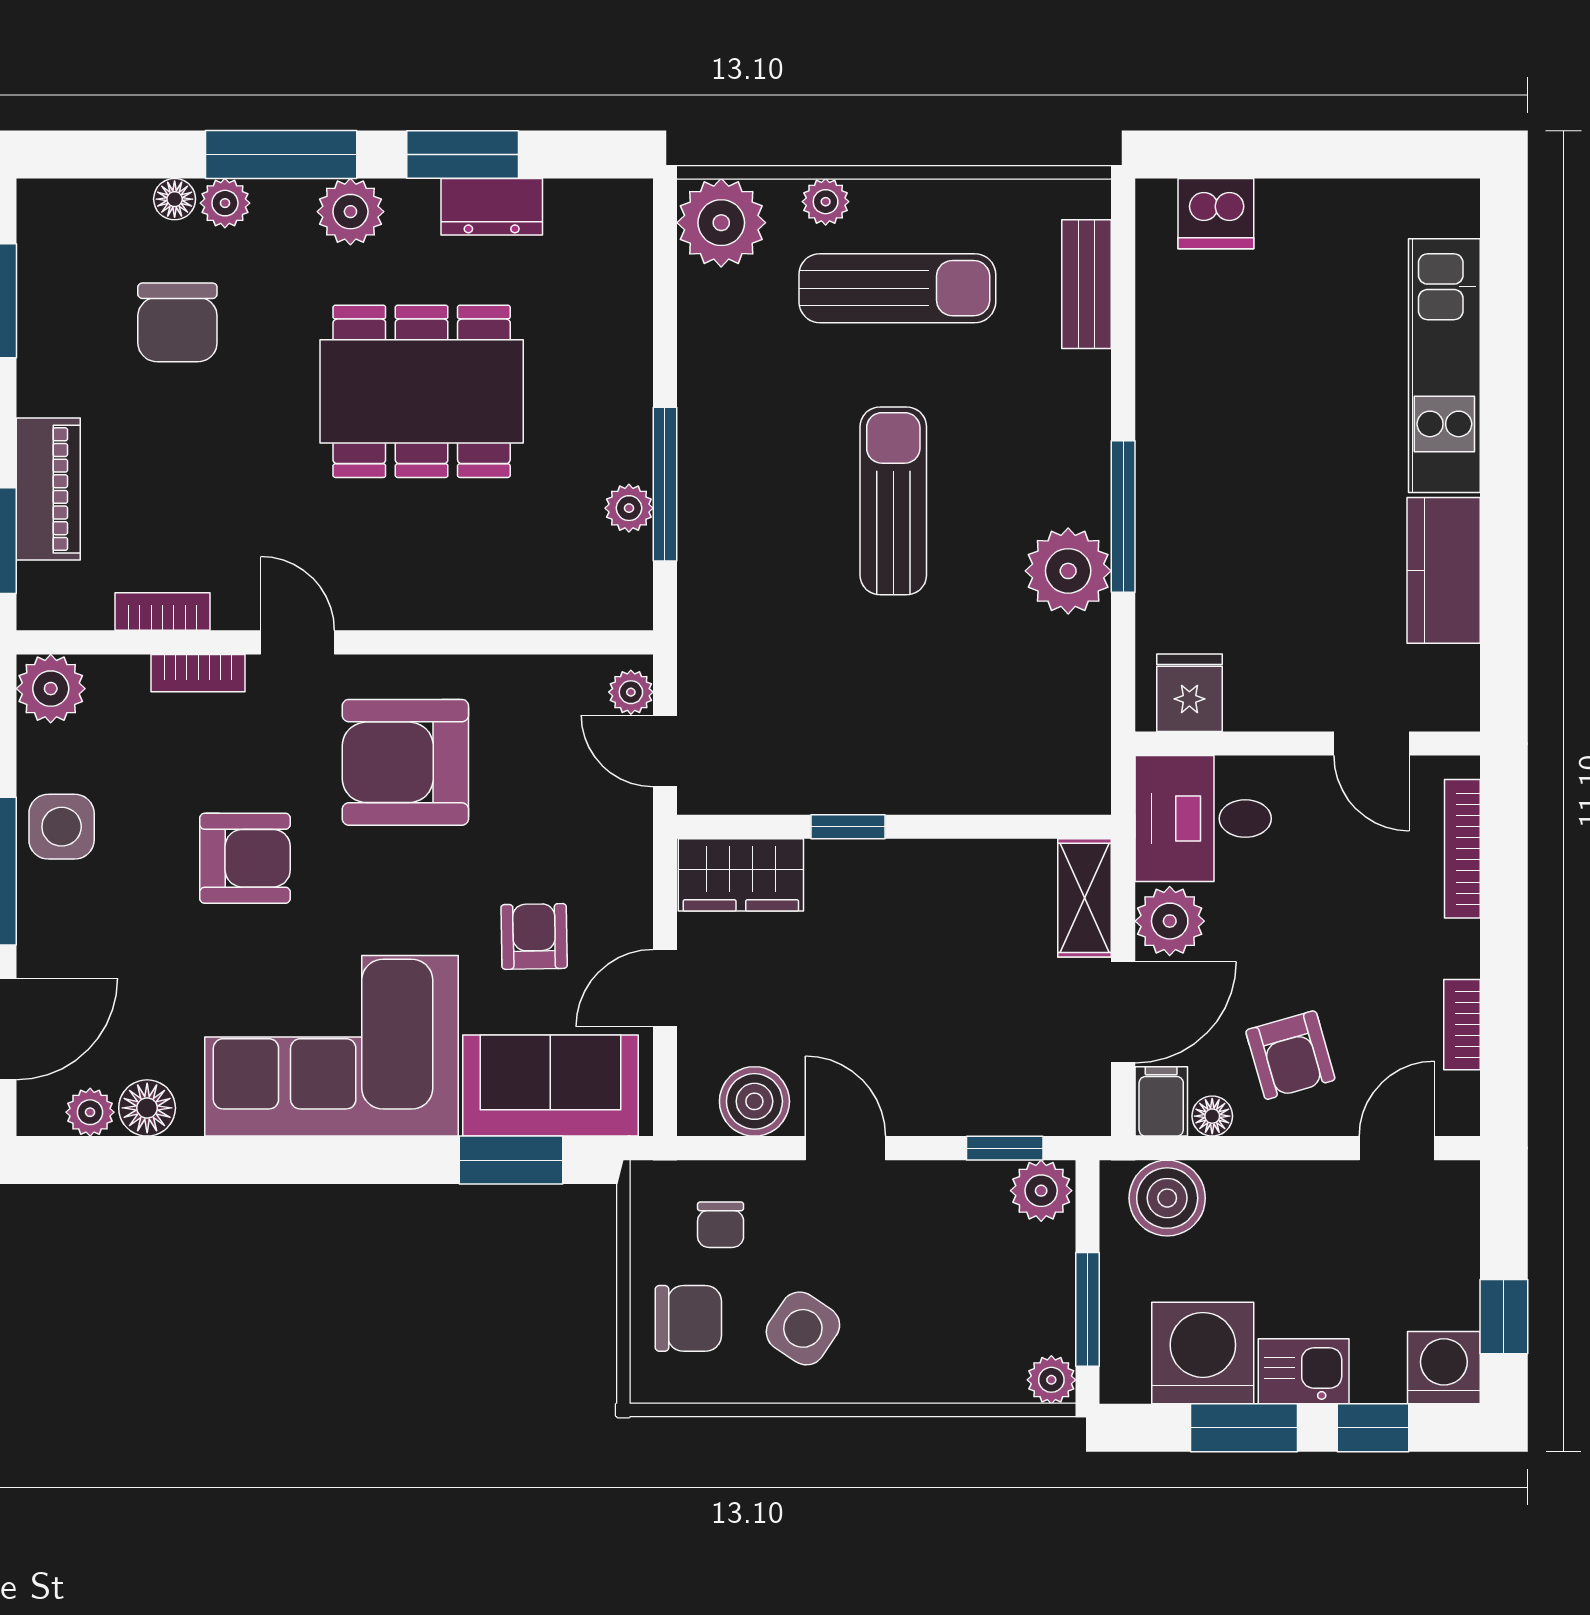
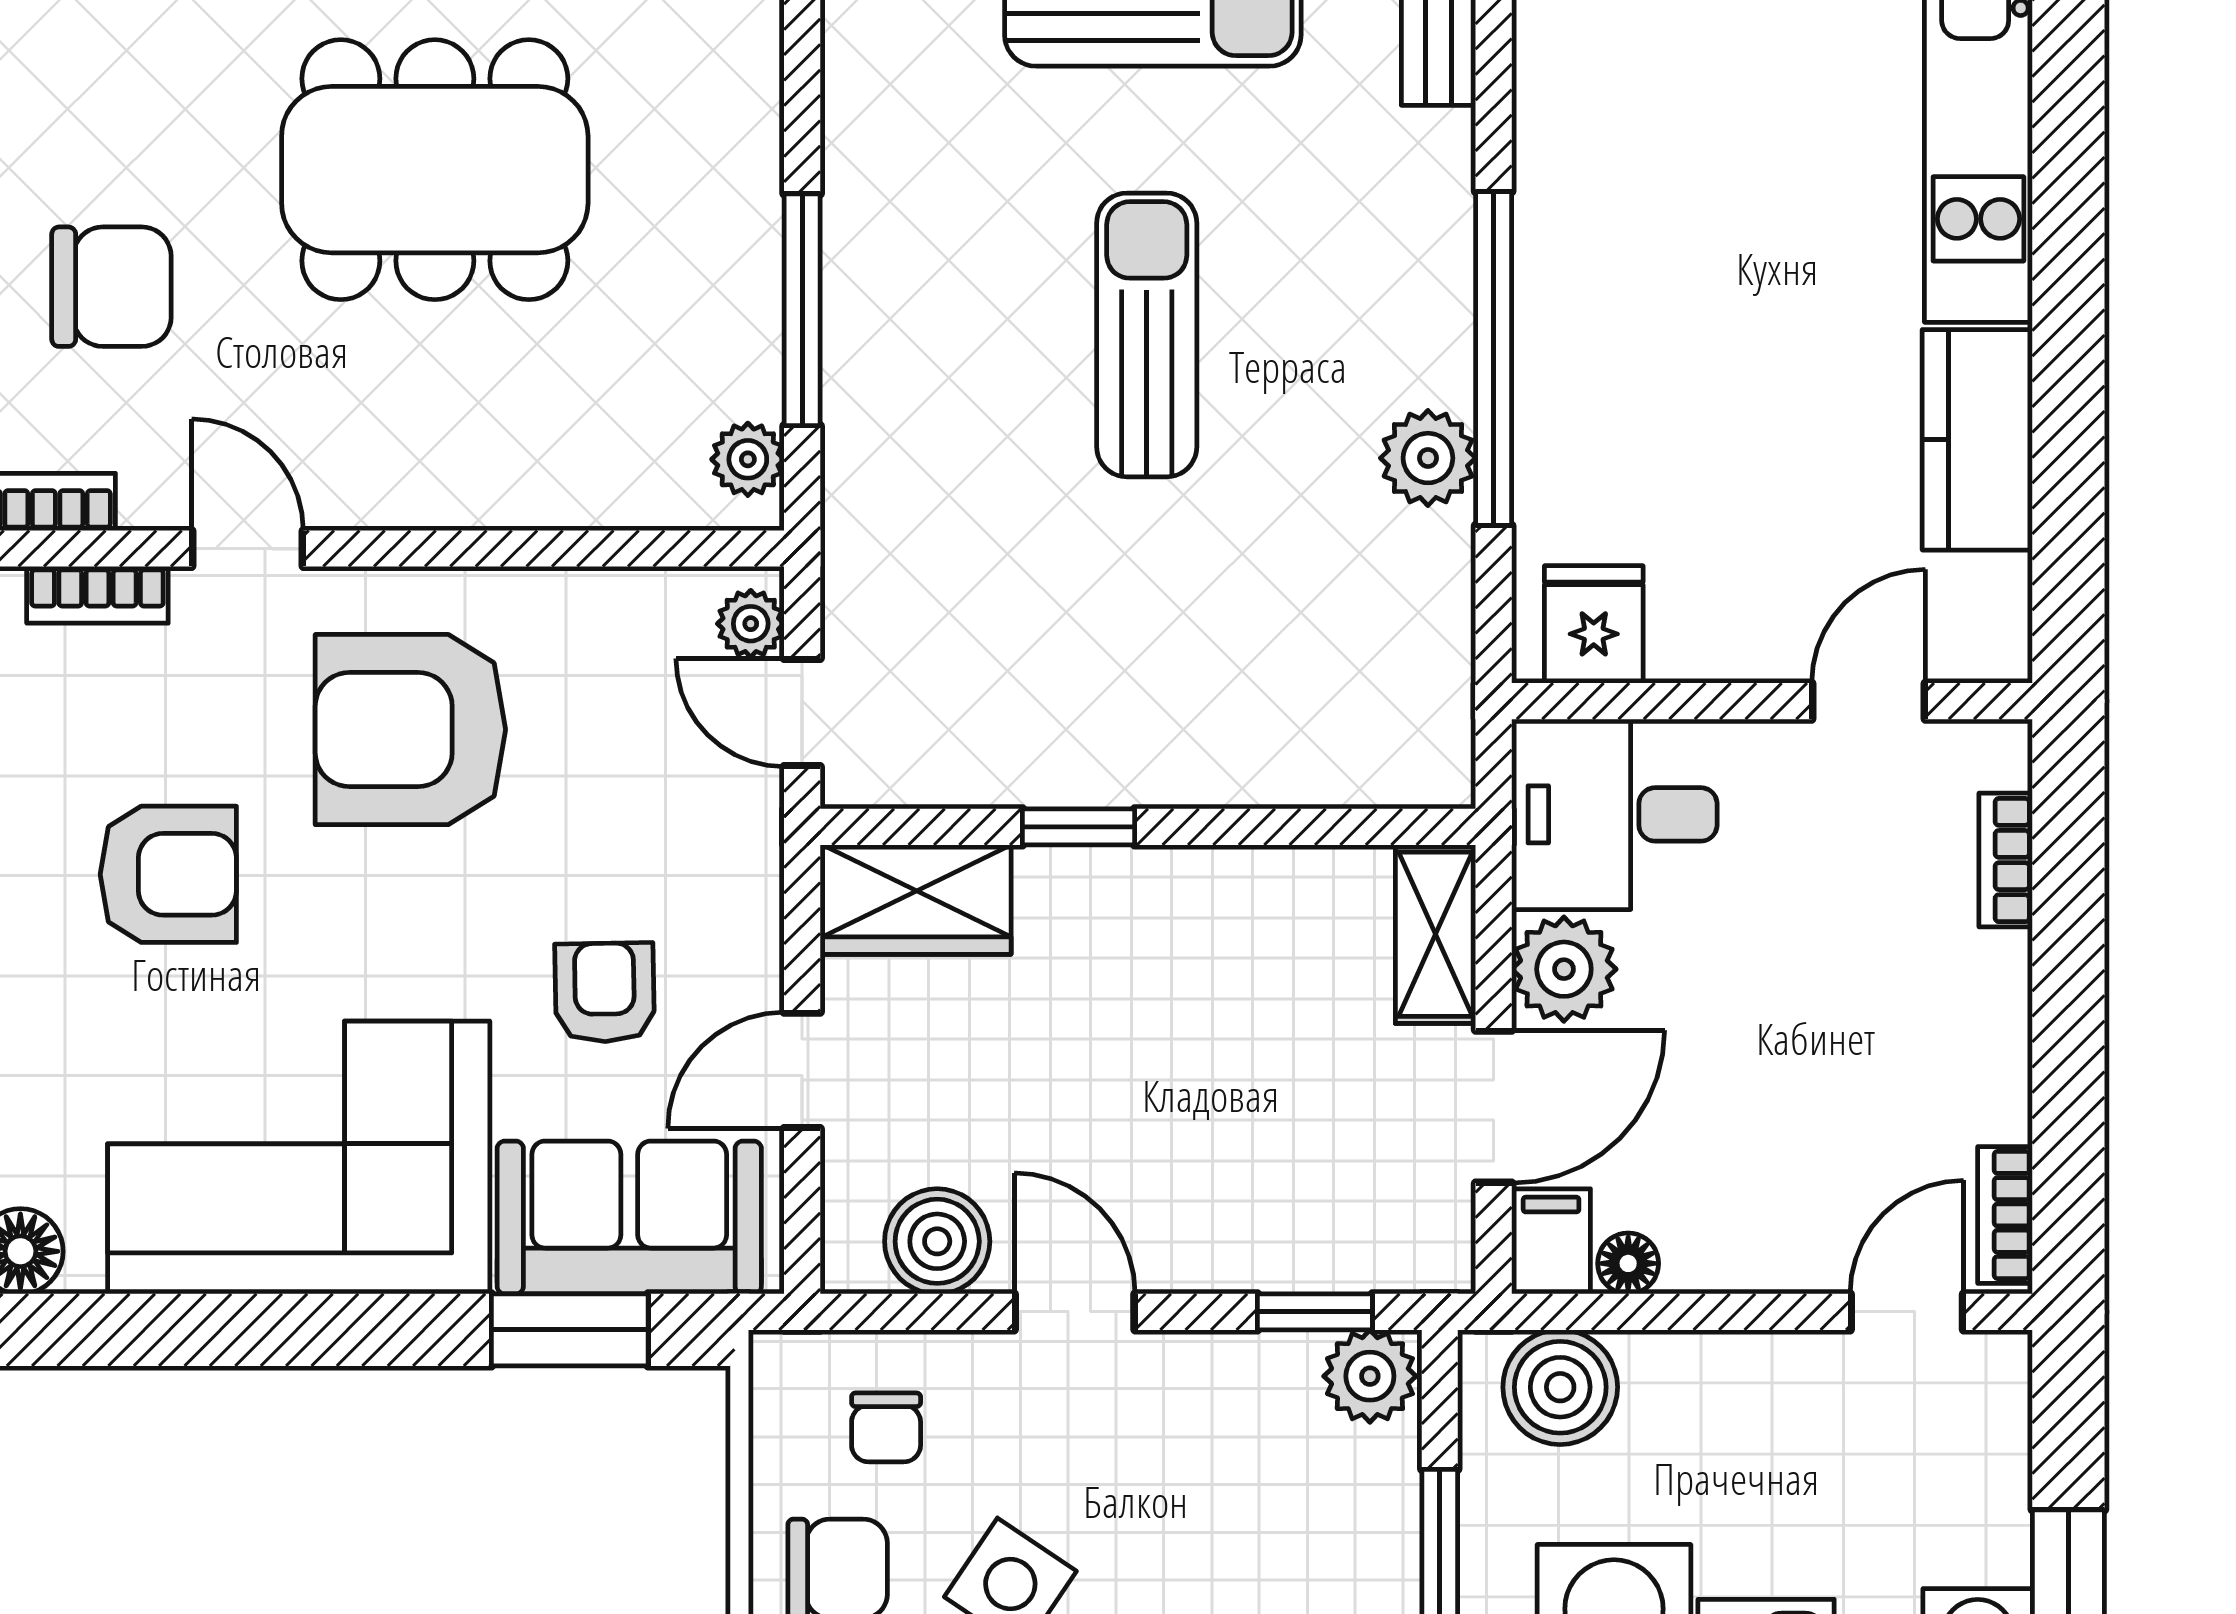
chair: (177, 322) -> (111, 287), moved, turned -90
plant: (629, 508) -> (748, 459), moved
window: (1123, 516) -> (1494, 358), width x1.46
plant: (1068, 571) -> (1428, 458), width x0.73, depth x0.73
door: (1372, 744) -> (1869, 701), swing flipped
bookcase: (1462, 849) -> (2006, 860), width x0.64
bookcase: (1462, 1025) -> (2005, 1215), moved
armchair: (1290, 1055) -> (1746, 1171), removed

